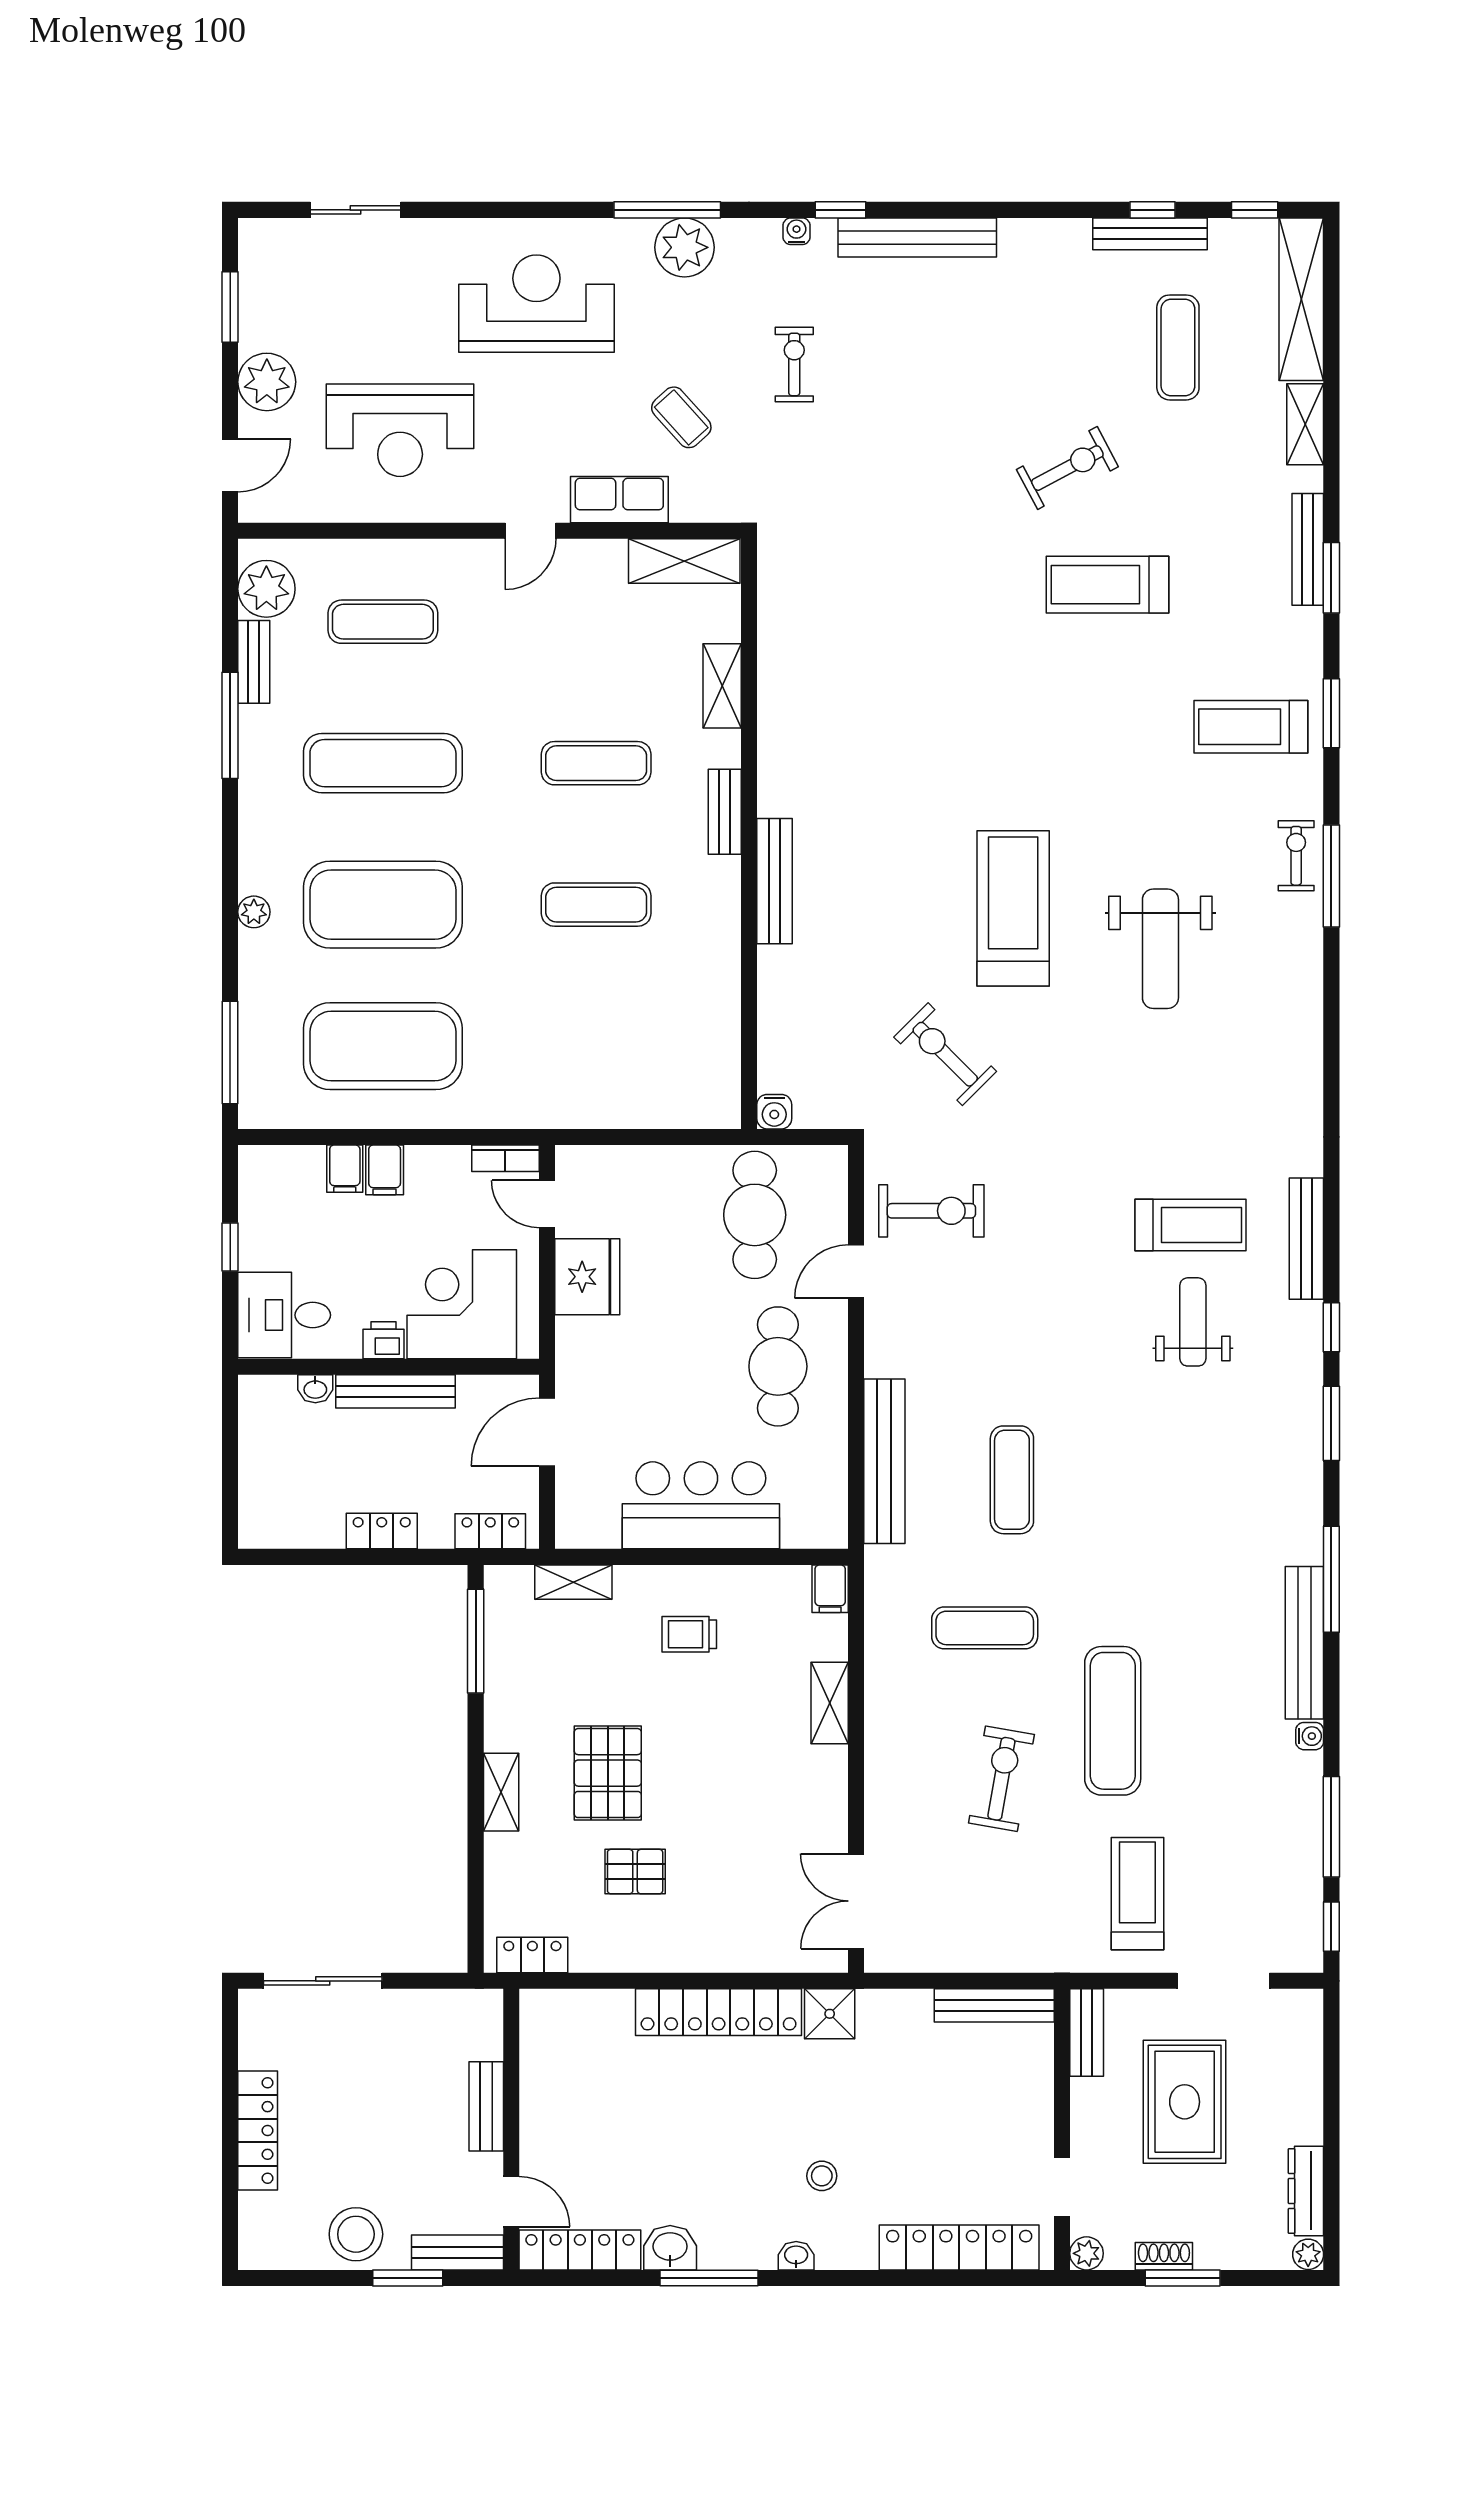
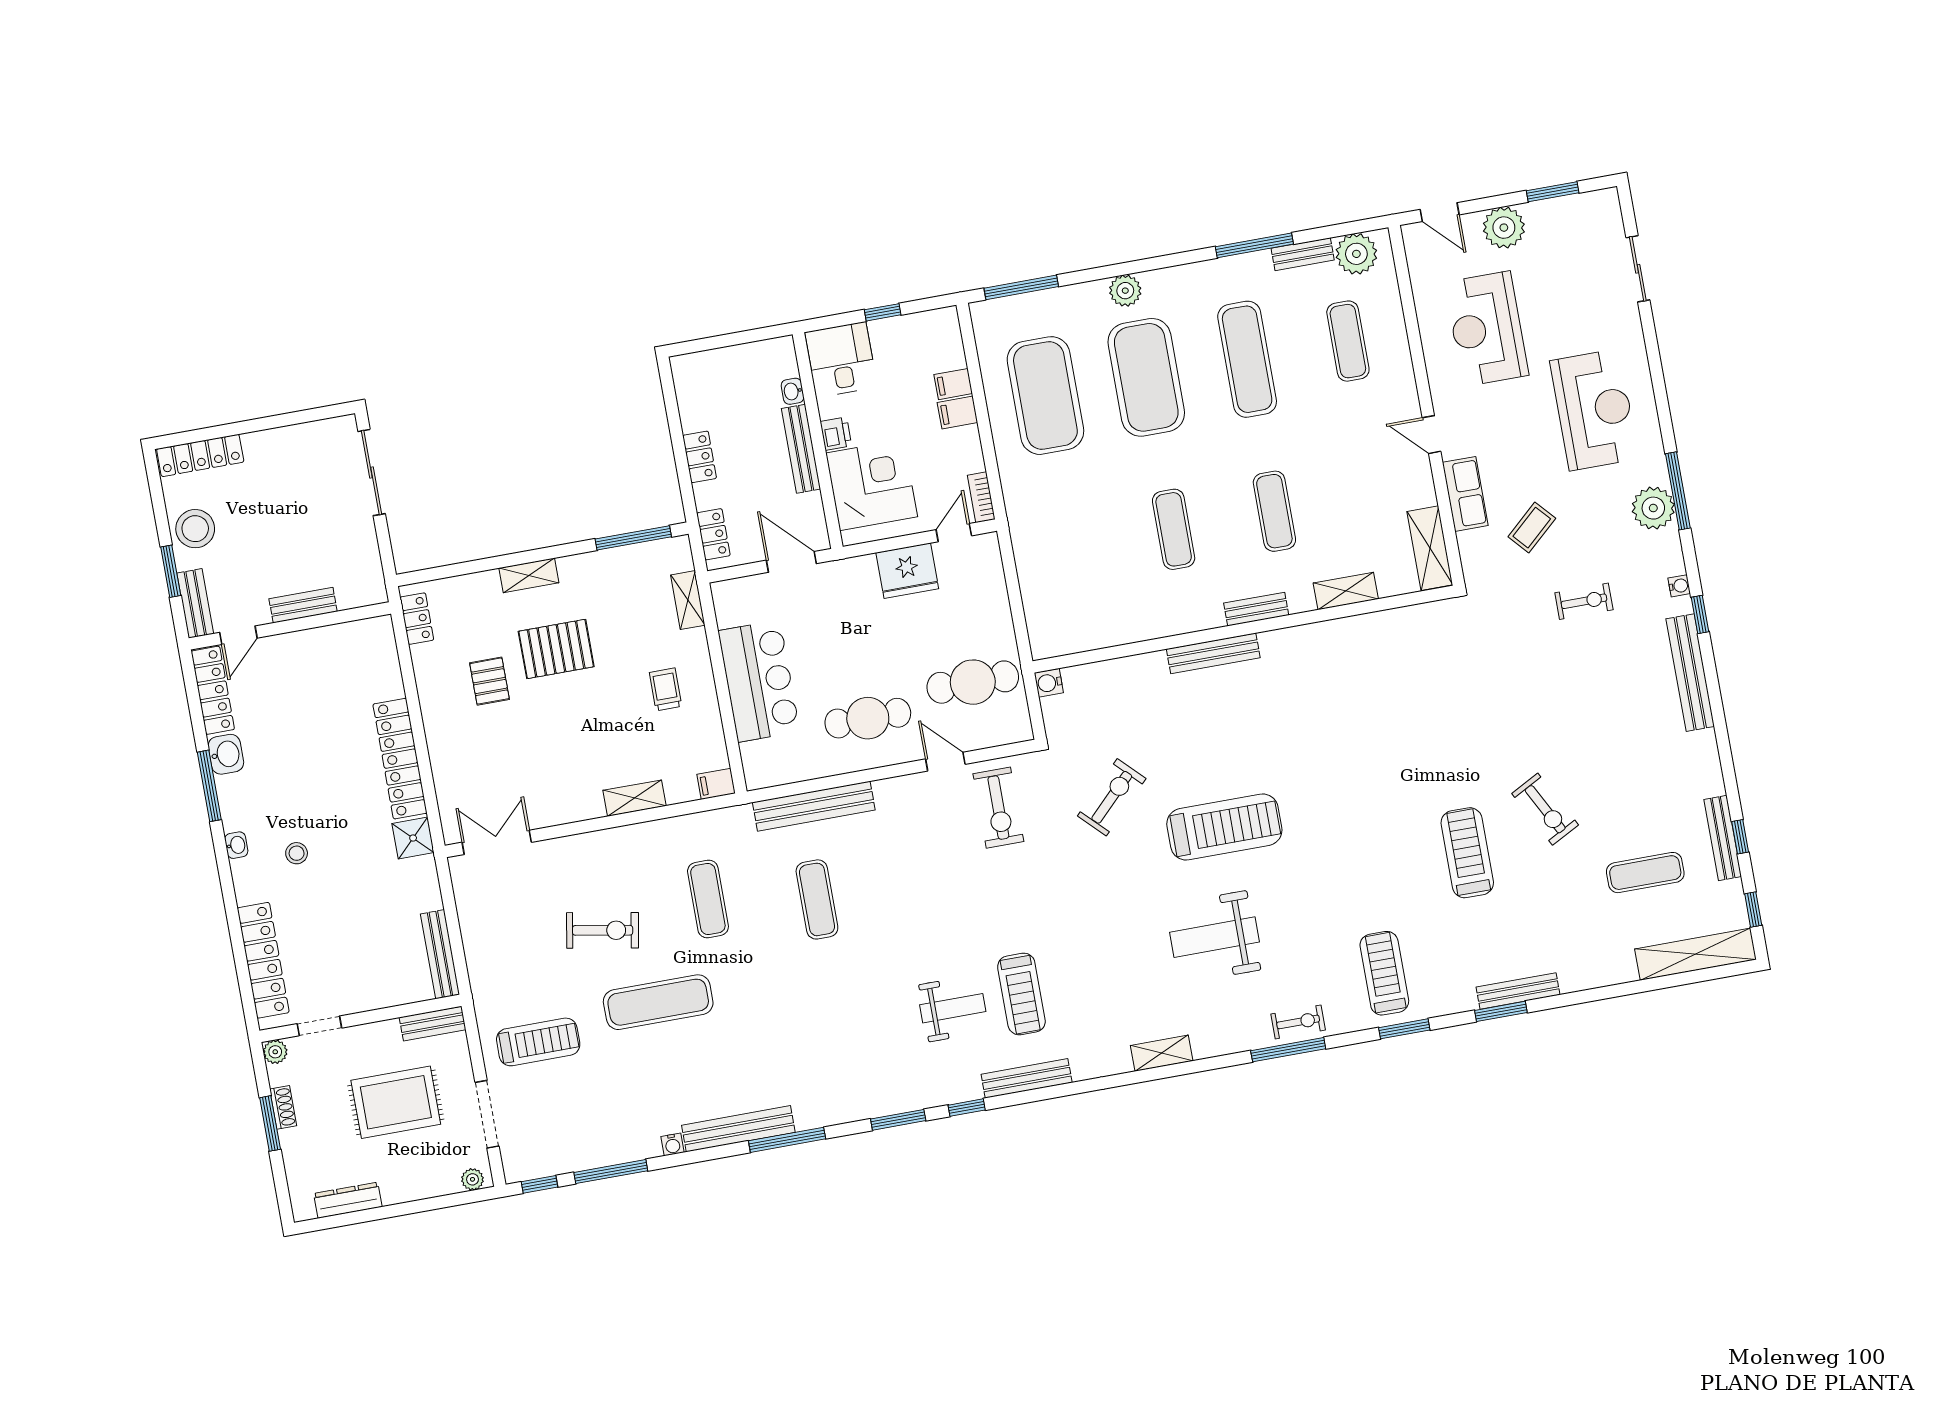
shelving: (1305, 424) -> (1162, 1053), moved
plant: (254, 912) -> (1125, 291), width x1.38, depth x1.38
exercise mat: (1012, 1480) -> (817, 899), turned 90
locker: (258, 2130) -> (200, 455), moved
plant: (1308, 2254) -> (473, 1179), moved

